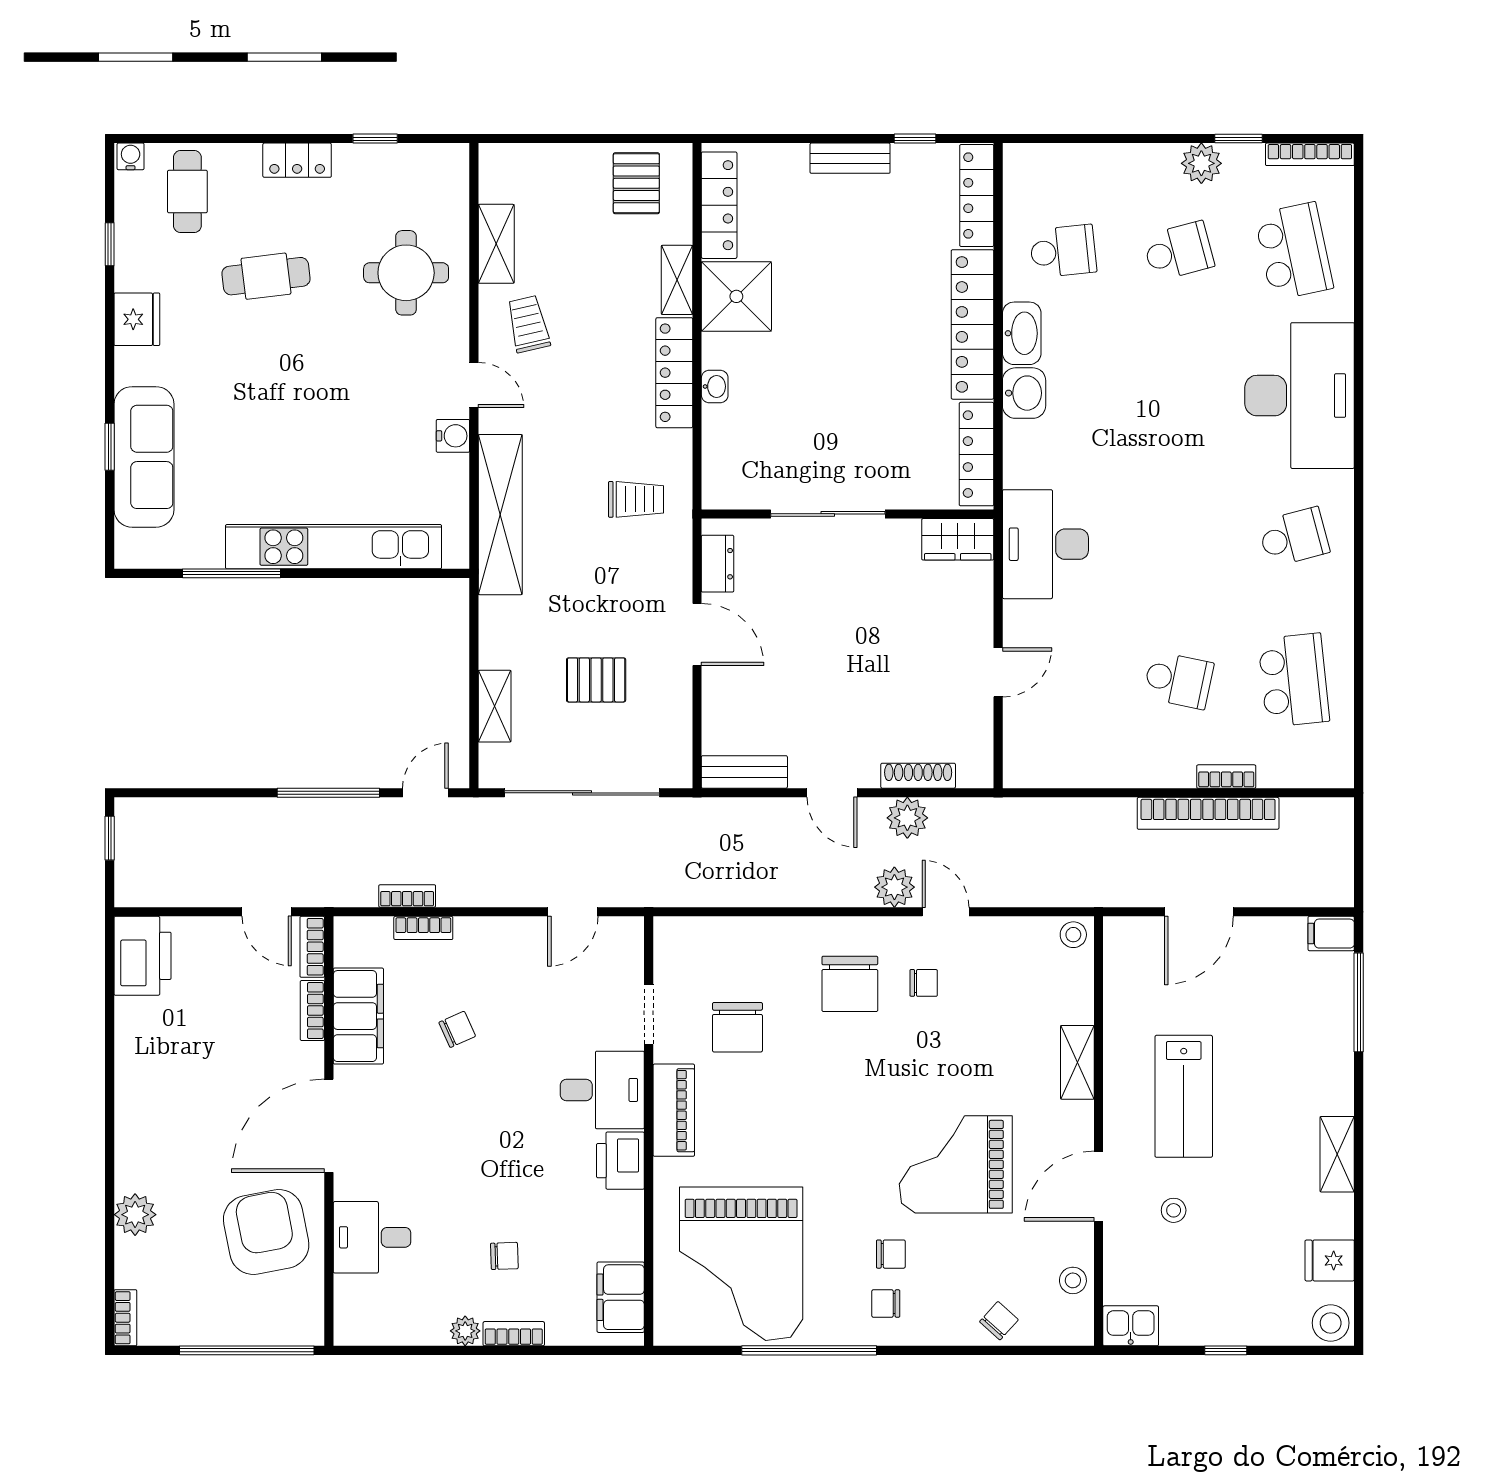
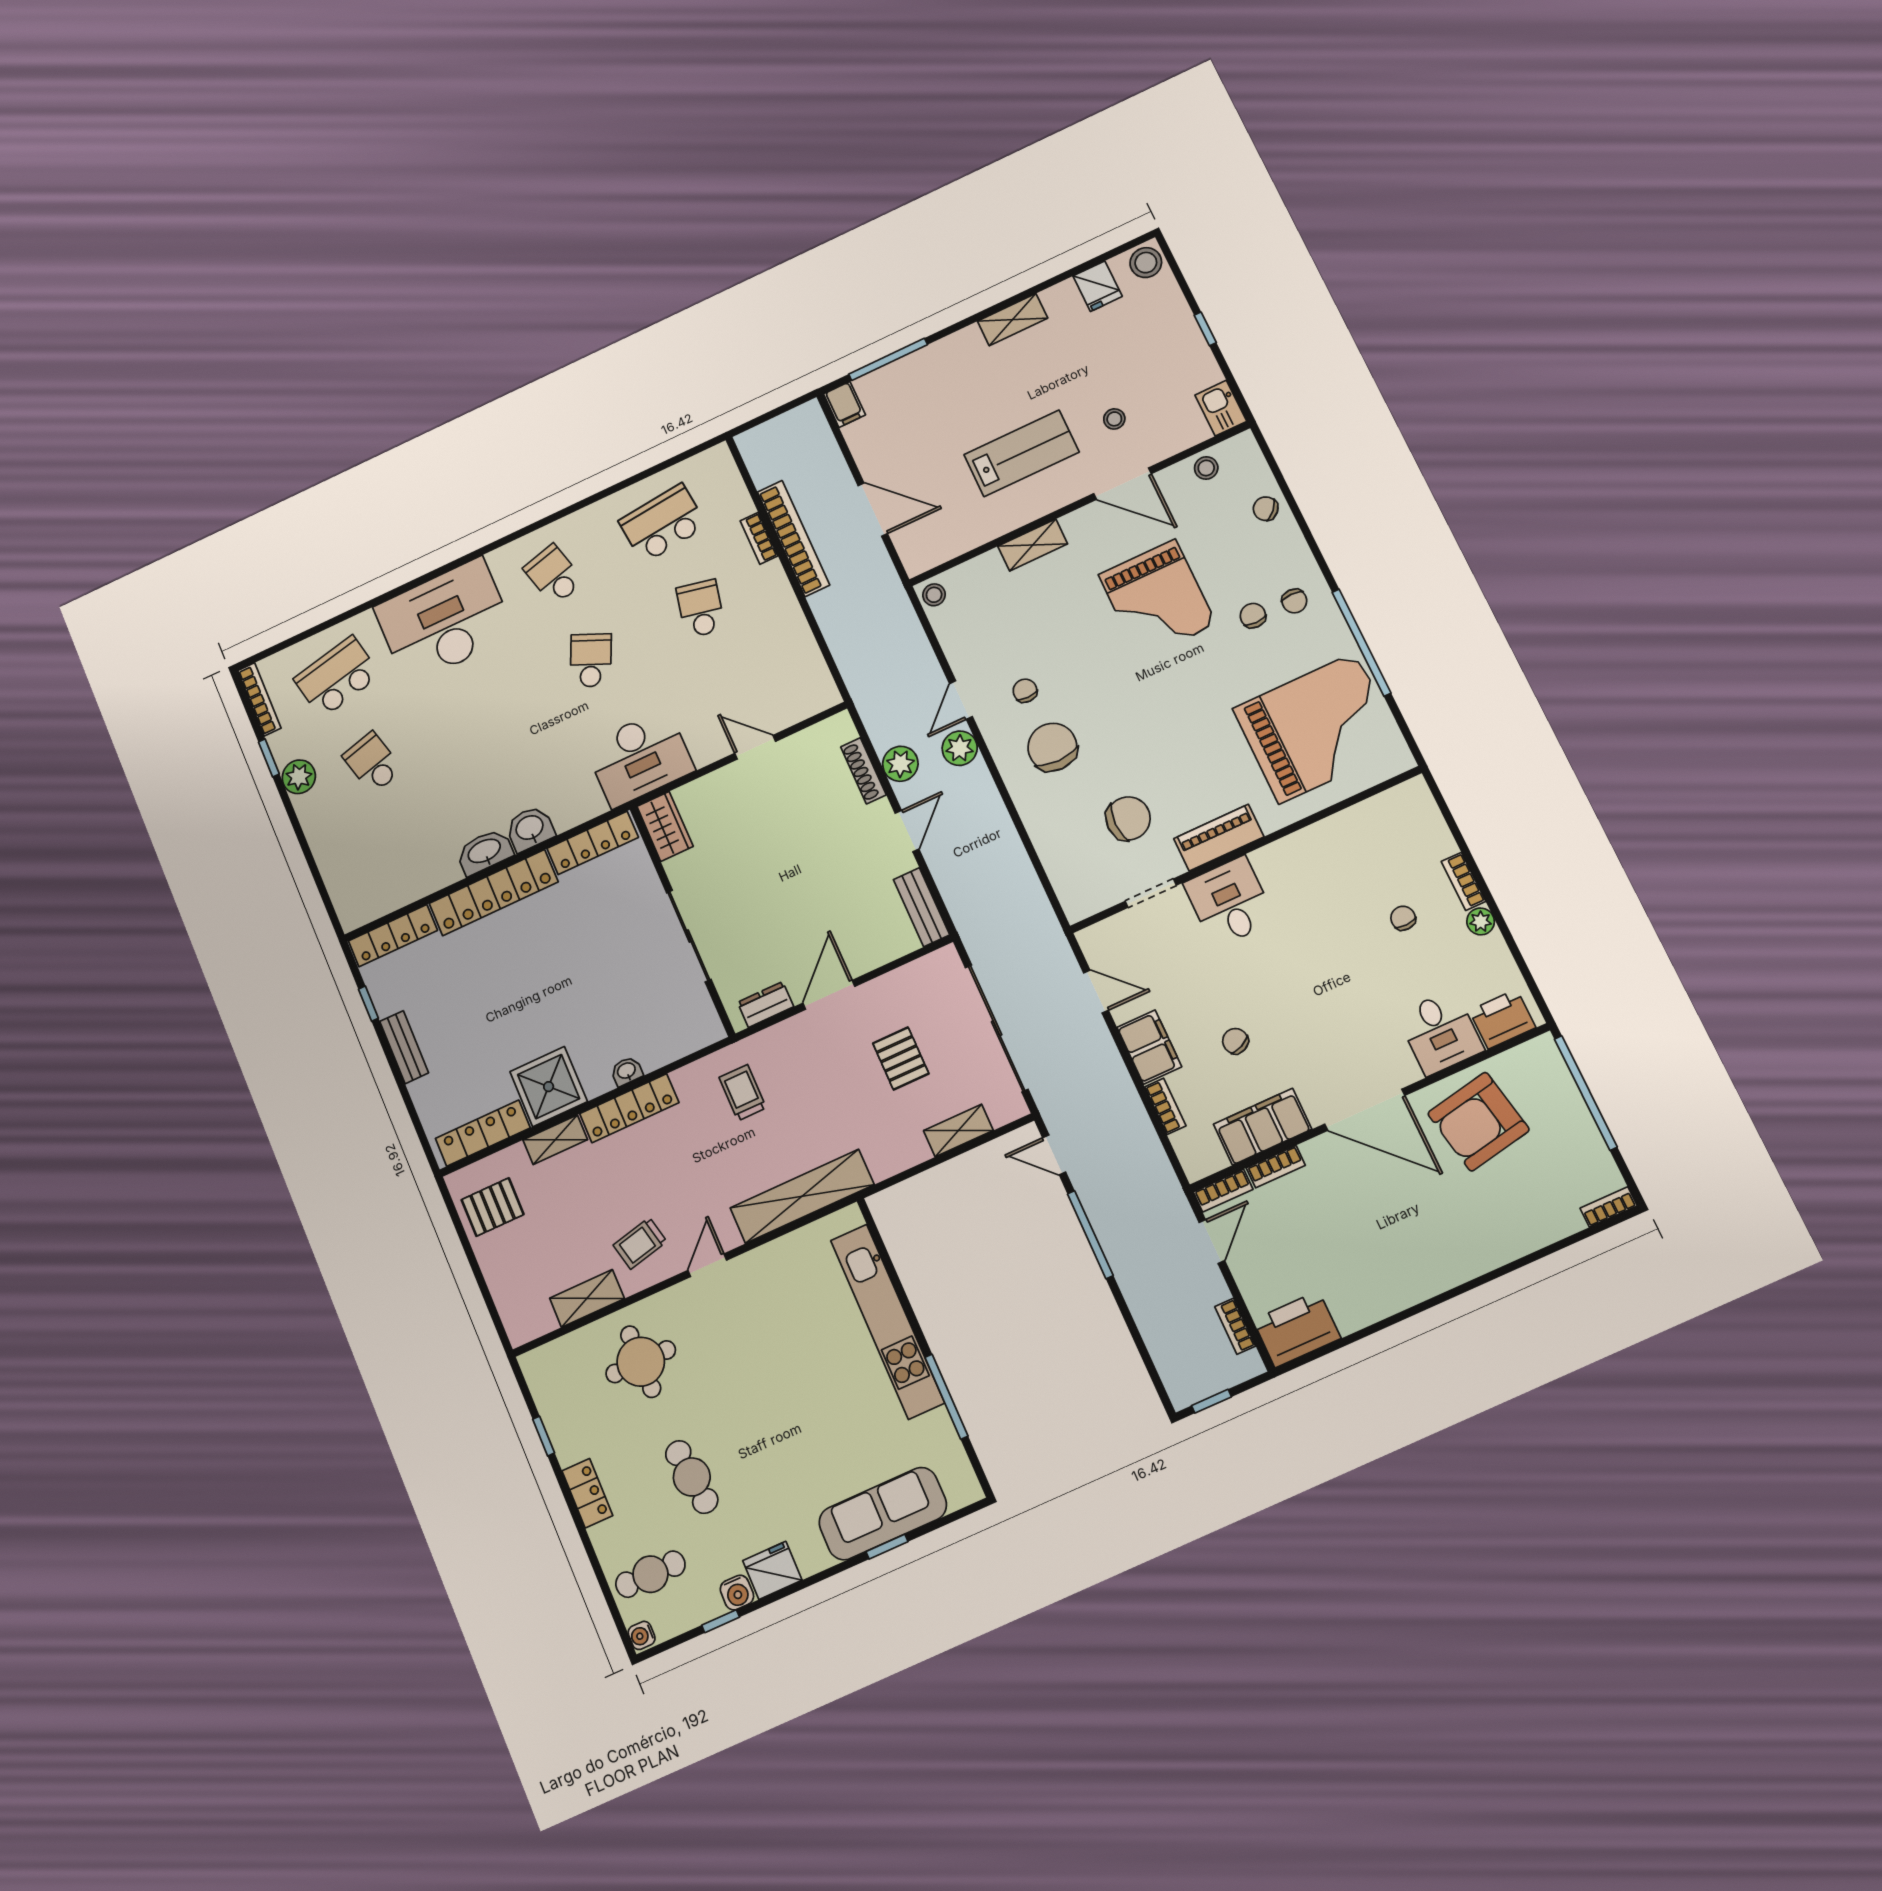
school desk: (1063, 251) -> (591, 660), moved, turned 30
water cooler: (453, 436) -> (737, 1593), moved, turned 180
bookcase: (407, 896) -> (1235, 1326), moved
chair: (850, 984) -> (1052, 747), turned -90
printer: (620, 1161) -> (1502, 1019), moved, turned 180
plant: (135, 1215) -> (1517, 1238), removed
filing cabinet: (621, 1297) -> (1149, 1047), moved, turned -90

